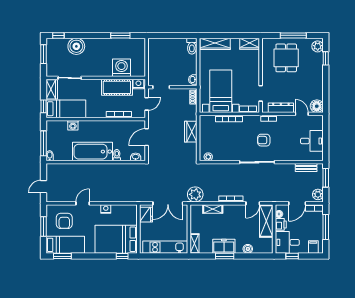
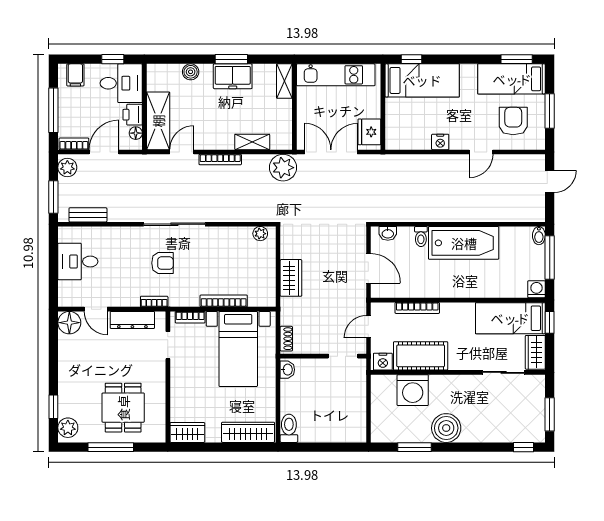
boiler: (76, 46) -> (446, 428), moved
washing machine: (73, 125) -> (536, 289), moved
door: (147, 137) -> (368, 268), hinge flipped
bed: (116, 239) -> (422, 80), width x0.67

